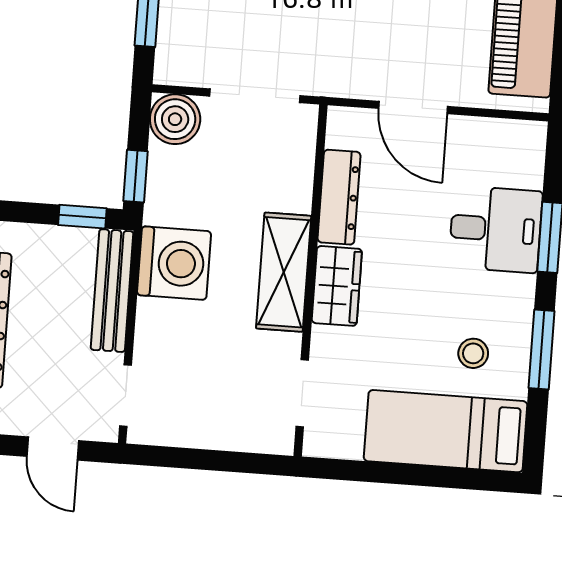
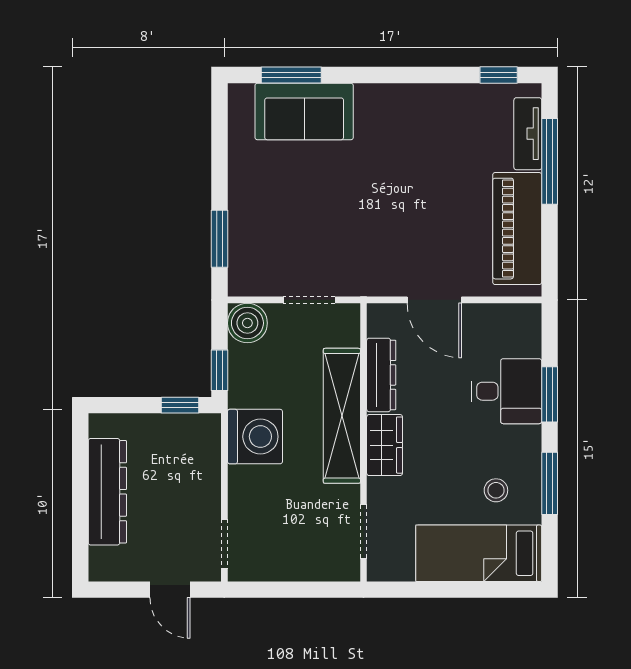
doorway: (255, 96) -> (309, 300), width x0.73
shelving: (284, 272) -> (342, 416), width x1.47
bench: (112, 291) -> (208, 462), removed

